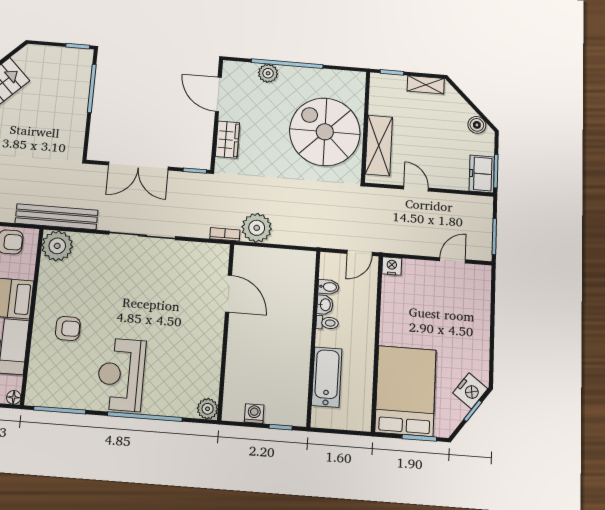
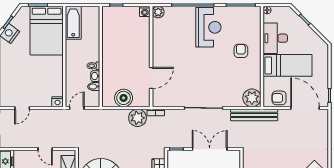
boiler: (278, 263) -> (124, 98), added
door: (229, 294) -> (151, 78), swing flipped
armchair: (68, 328) -> (241, 51), turned 90
bathtub: (327, 377) -> (73, 23), moved, turned 180
washing machine: (254, 414) -> (145, 11), moved

